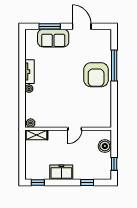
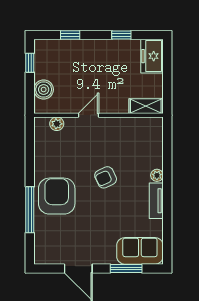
sofa: (53, 38) -> (140, 251), moved
armchair: (63, 87) -> (106, 177), added
plant: (31, 123) -> (57, 124), moved
freezer: (61, 172) -> (152, 56), moved, turned 90
window: (38, 183) -> (121, 35), moved

